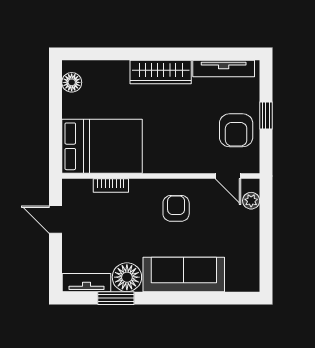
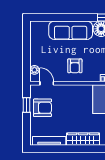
window: (266, 116) -> (26, 105), moved
armchair: (236, 130) -> (43, 108), turned 90

